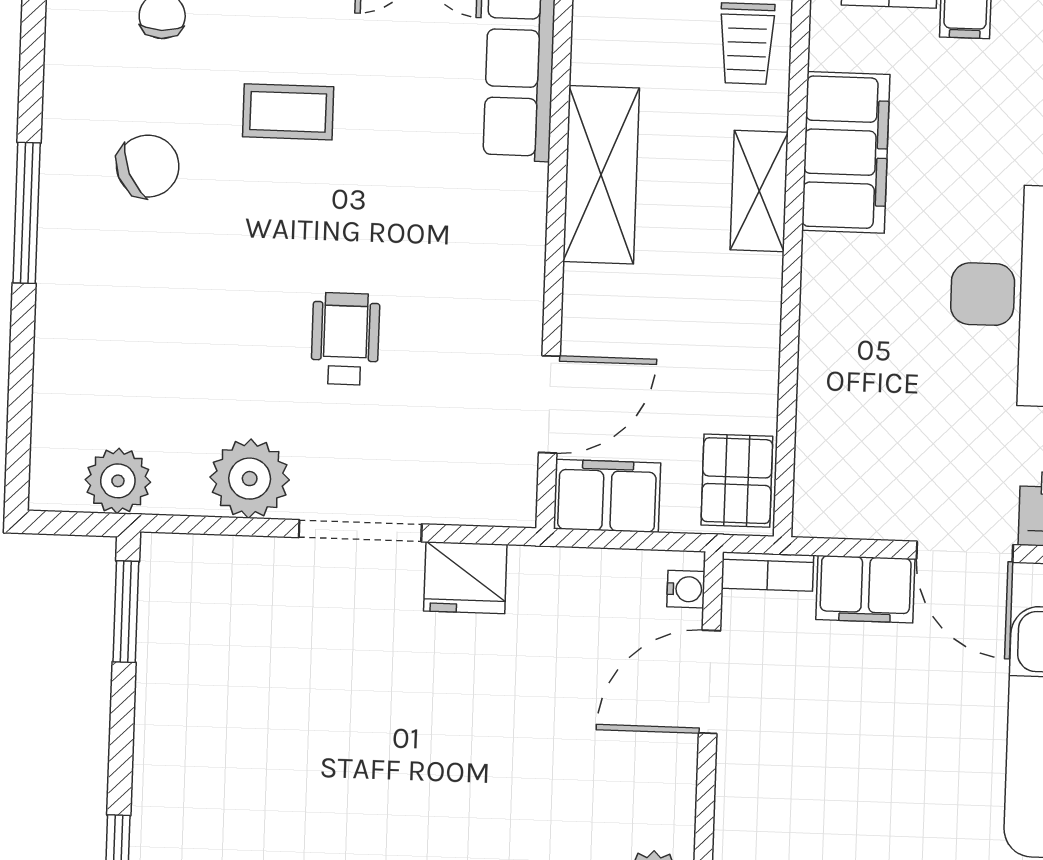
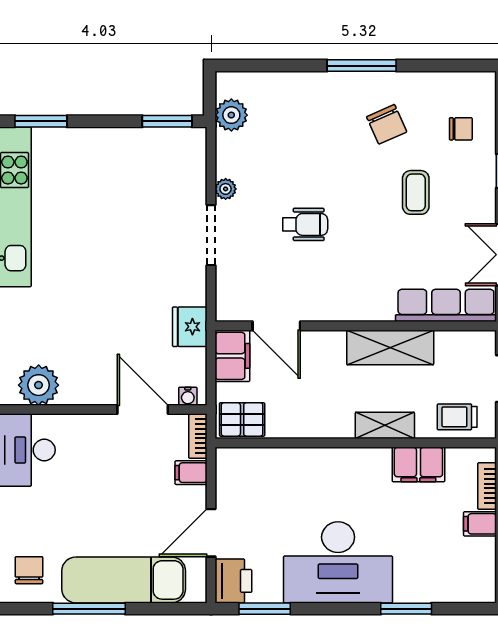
filing cabinet: (846, 152) -> (418, 464), width x0.67, depth x0.86
plant: (250, 479) -> (226, 189), width x0.53, depth x0.53
fridge: (465, 578) -> (190, 327), moved
filing cabinet: (865, 589) -> (191, 473), width x0.50

